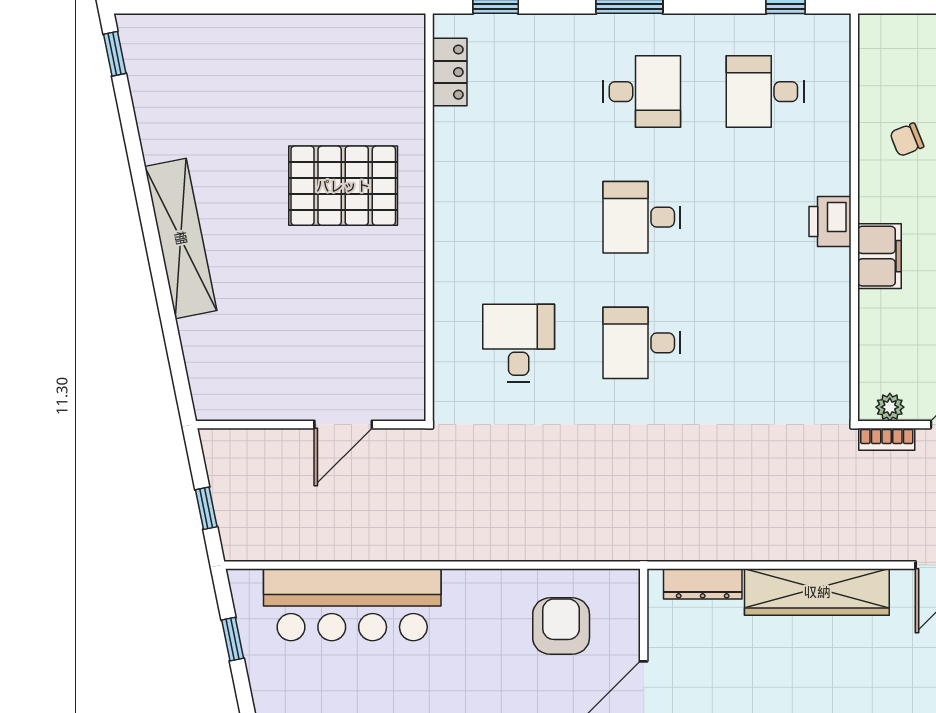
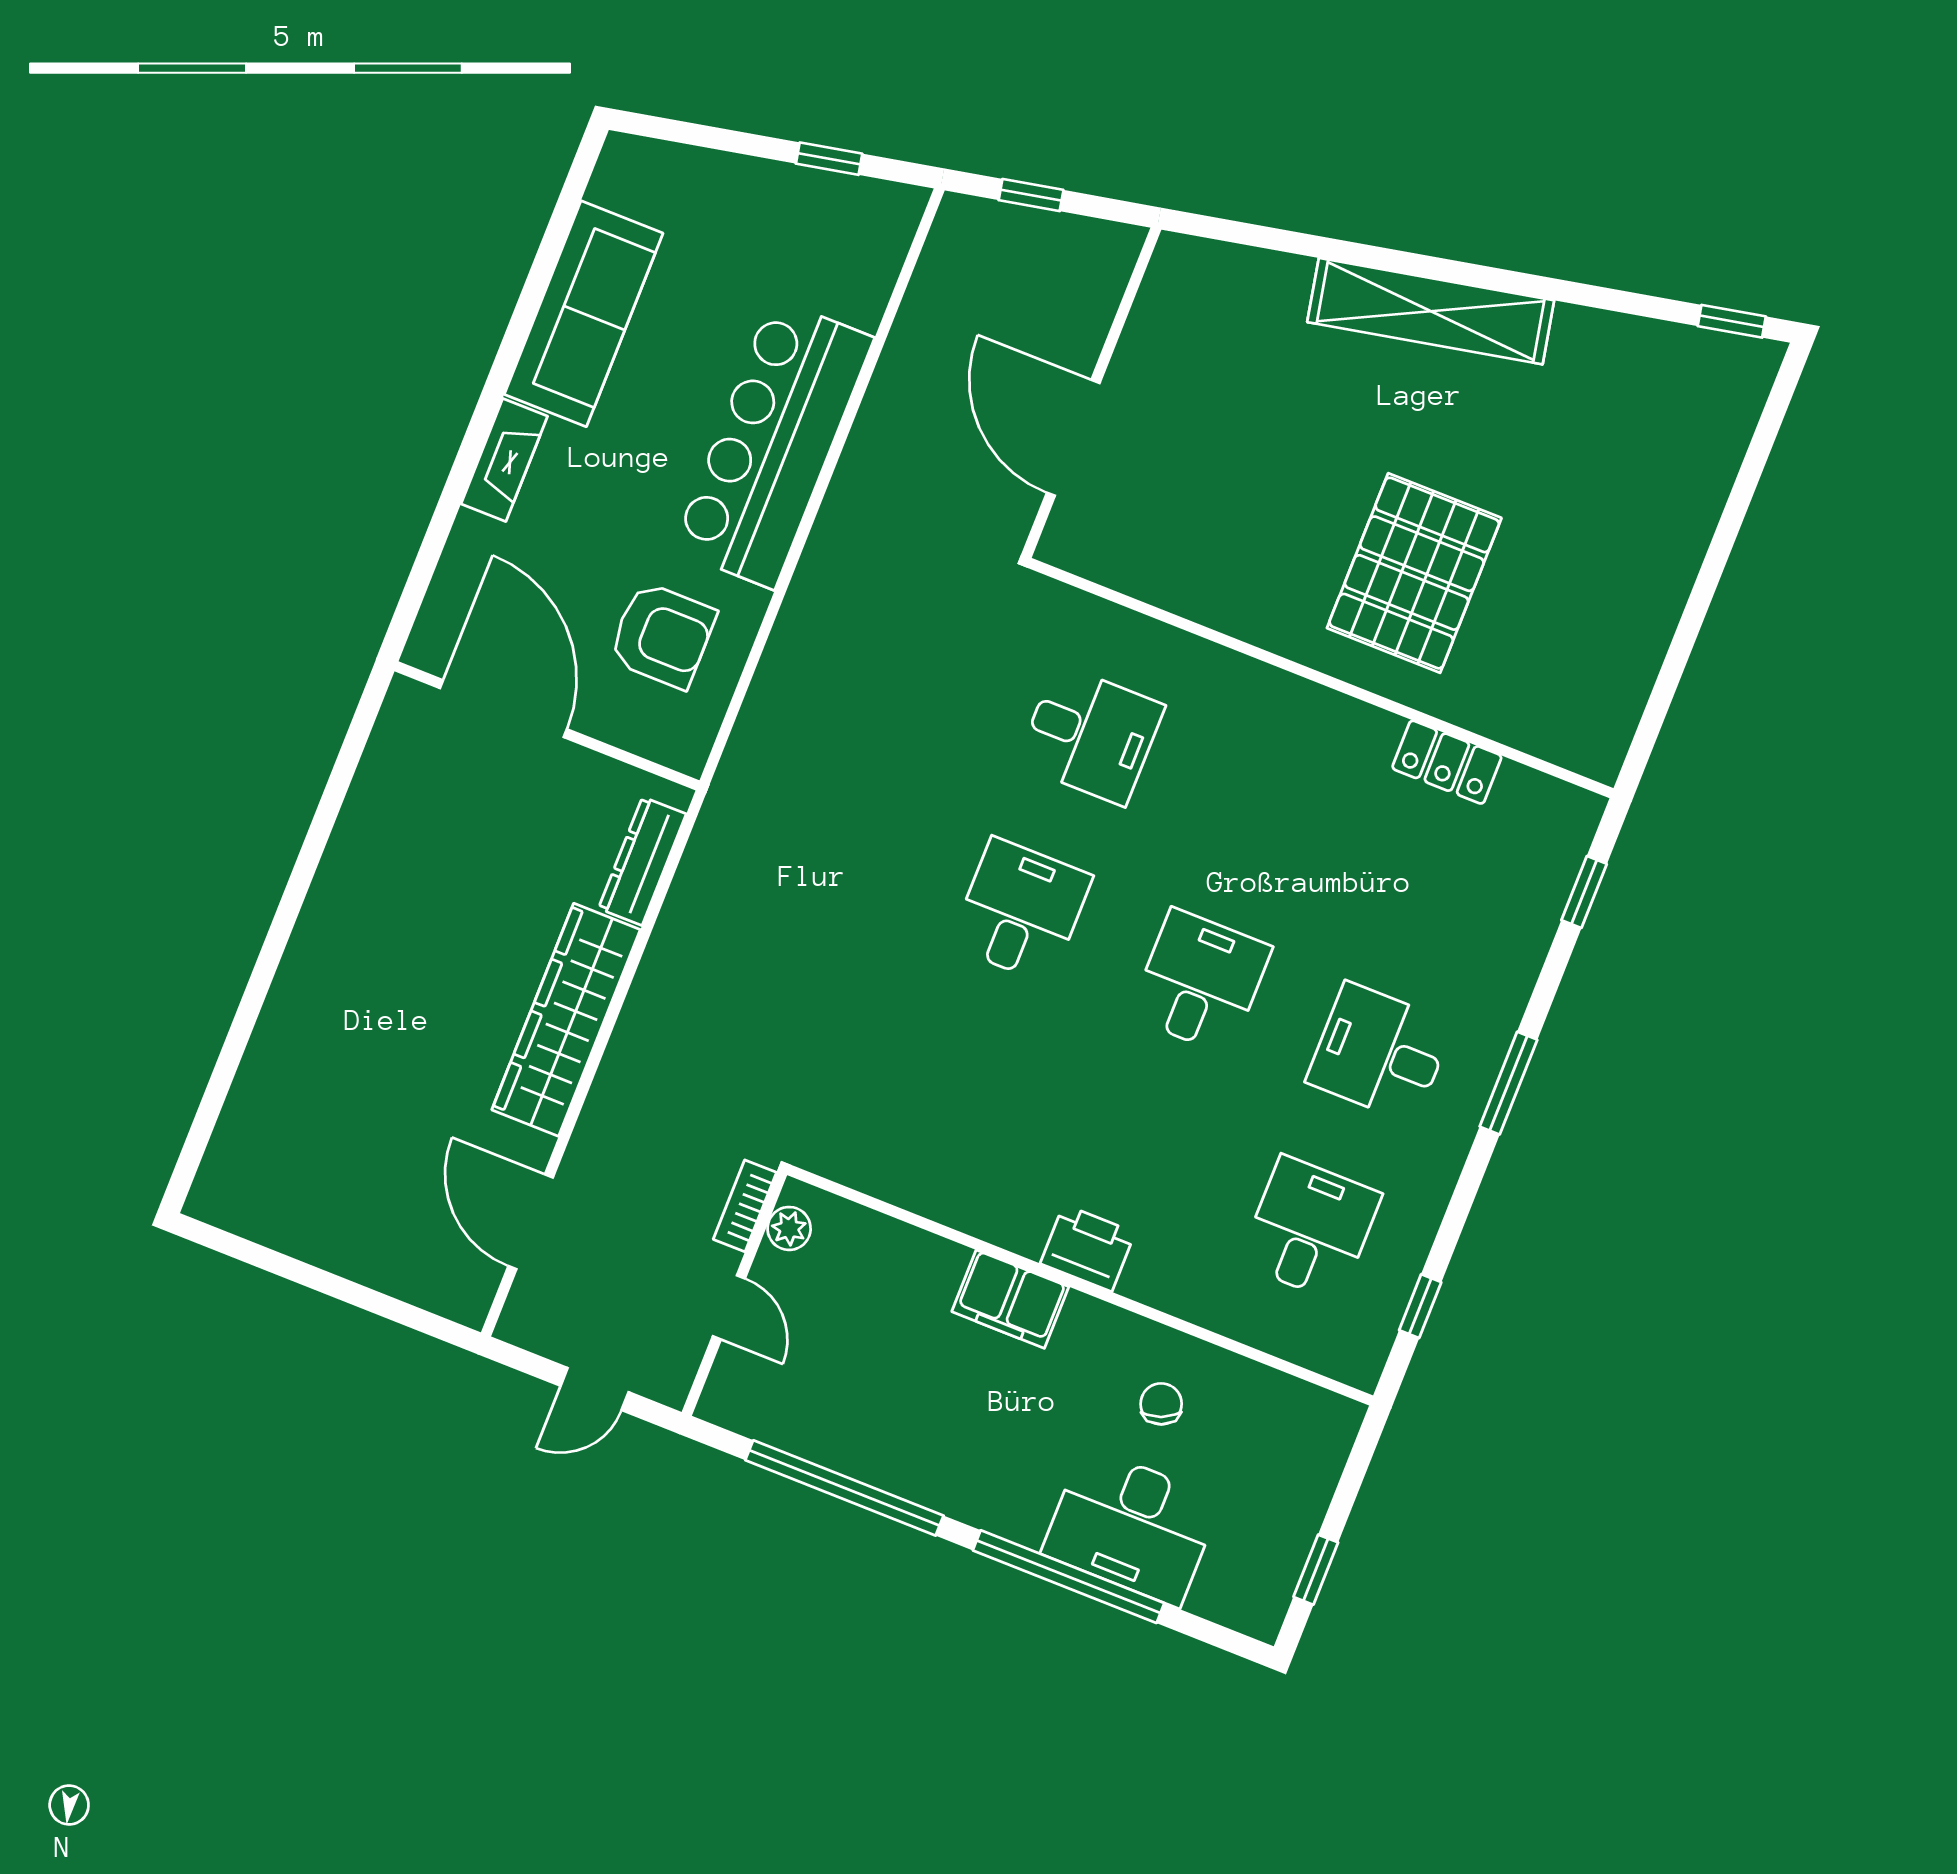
locker: (450, 72) -> (1447, 762), moved
desk: (642, 92) -> (1380, 1053), turned 90
door: (343, 425) -> (1073, 438), width x1.36
bar counter: (352, 605) -> (773, 444), moved

